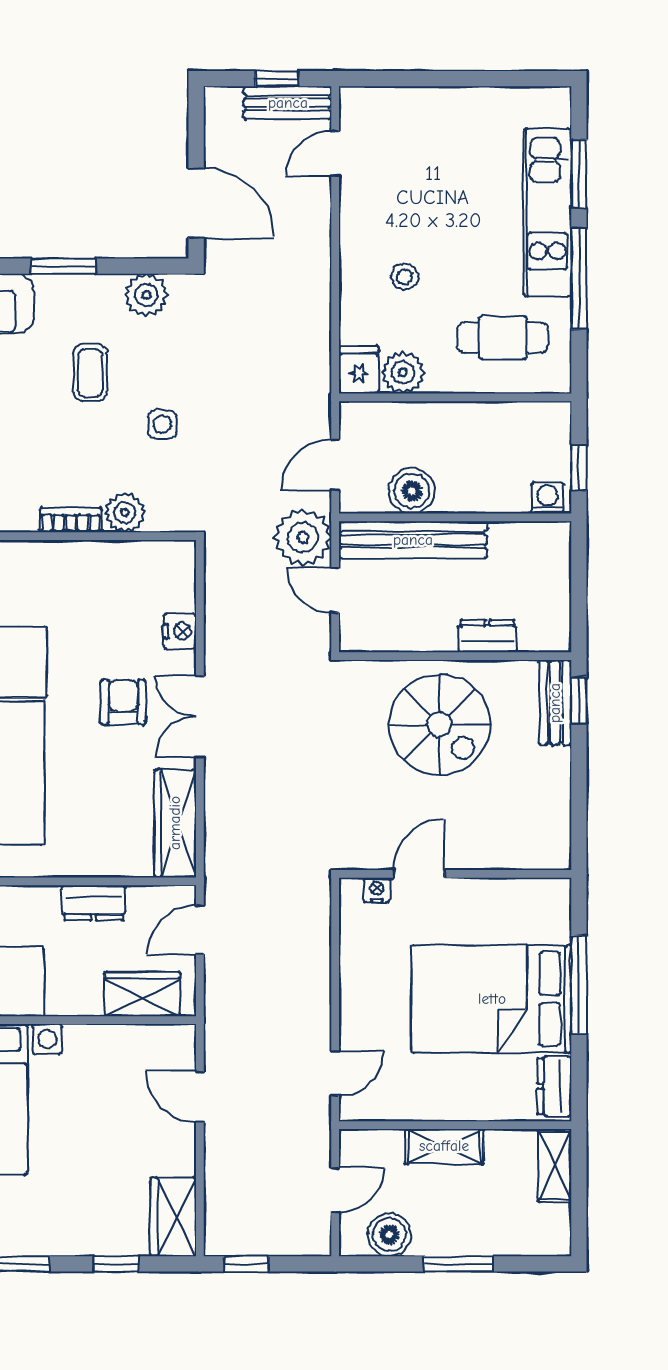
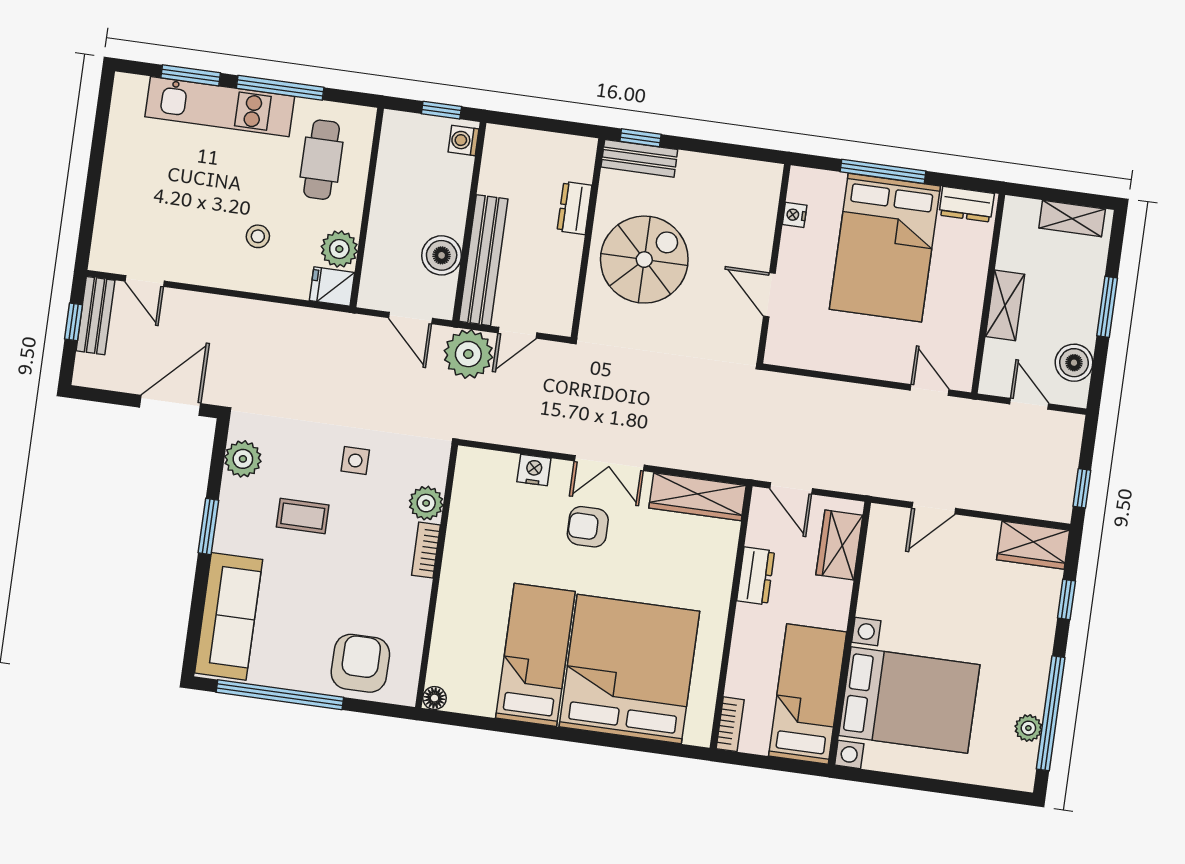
nightstand: (377, 890) -> (795, 215), moved
shelving: (555, 1166) -> (1072, 218), moved

